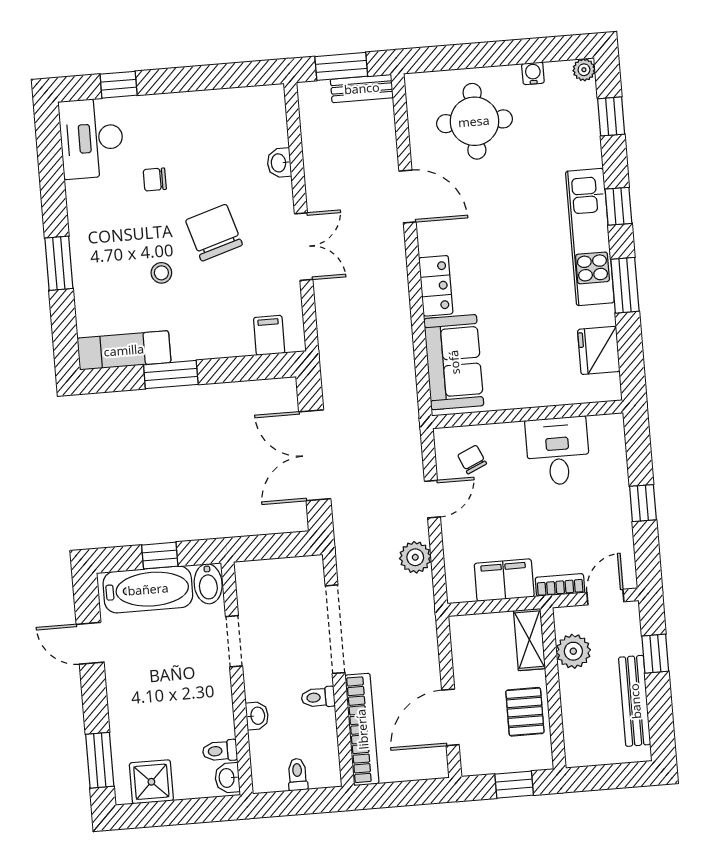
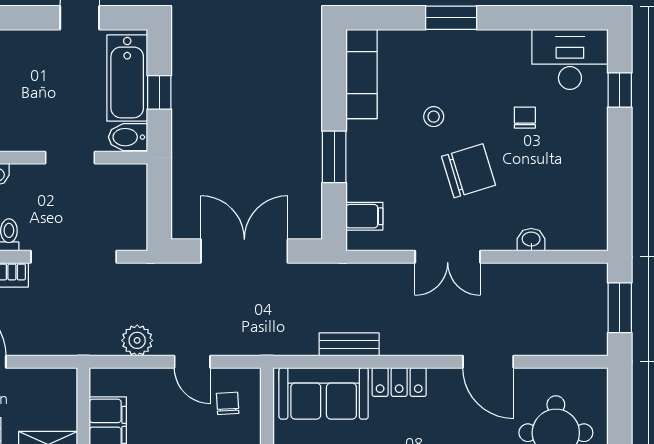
bench: (362, 88) -> (349, 344), moved, turned 90
door: (408, 197) -> (488, 362), hinge flipped
window: (171, 375) -> (334, 157), moved
chair: (472, 459) -> (228, 403), turned -69

